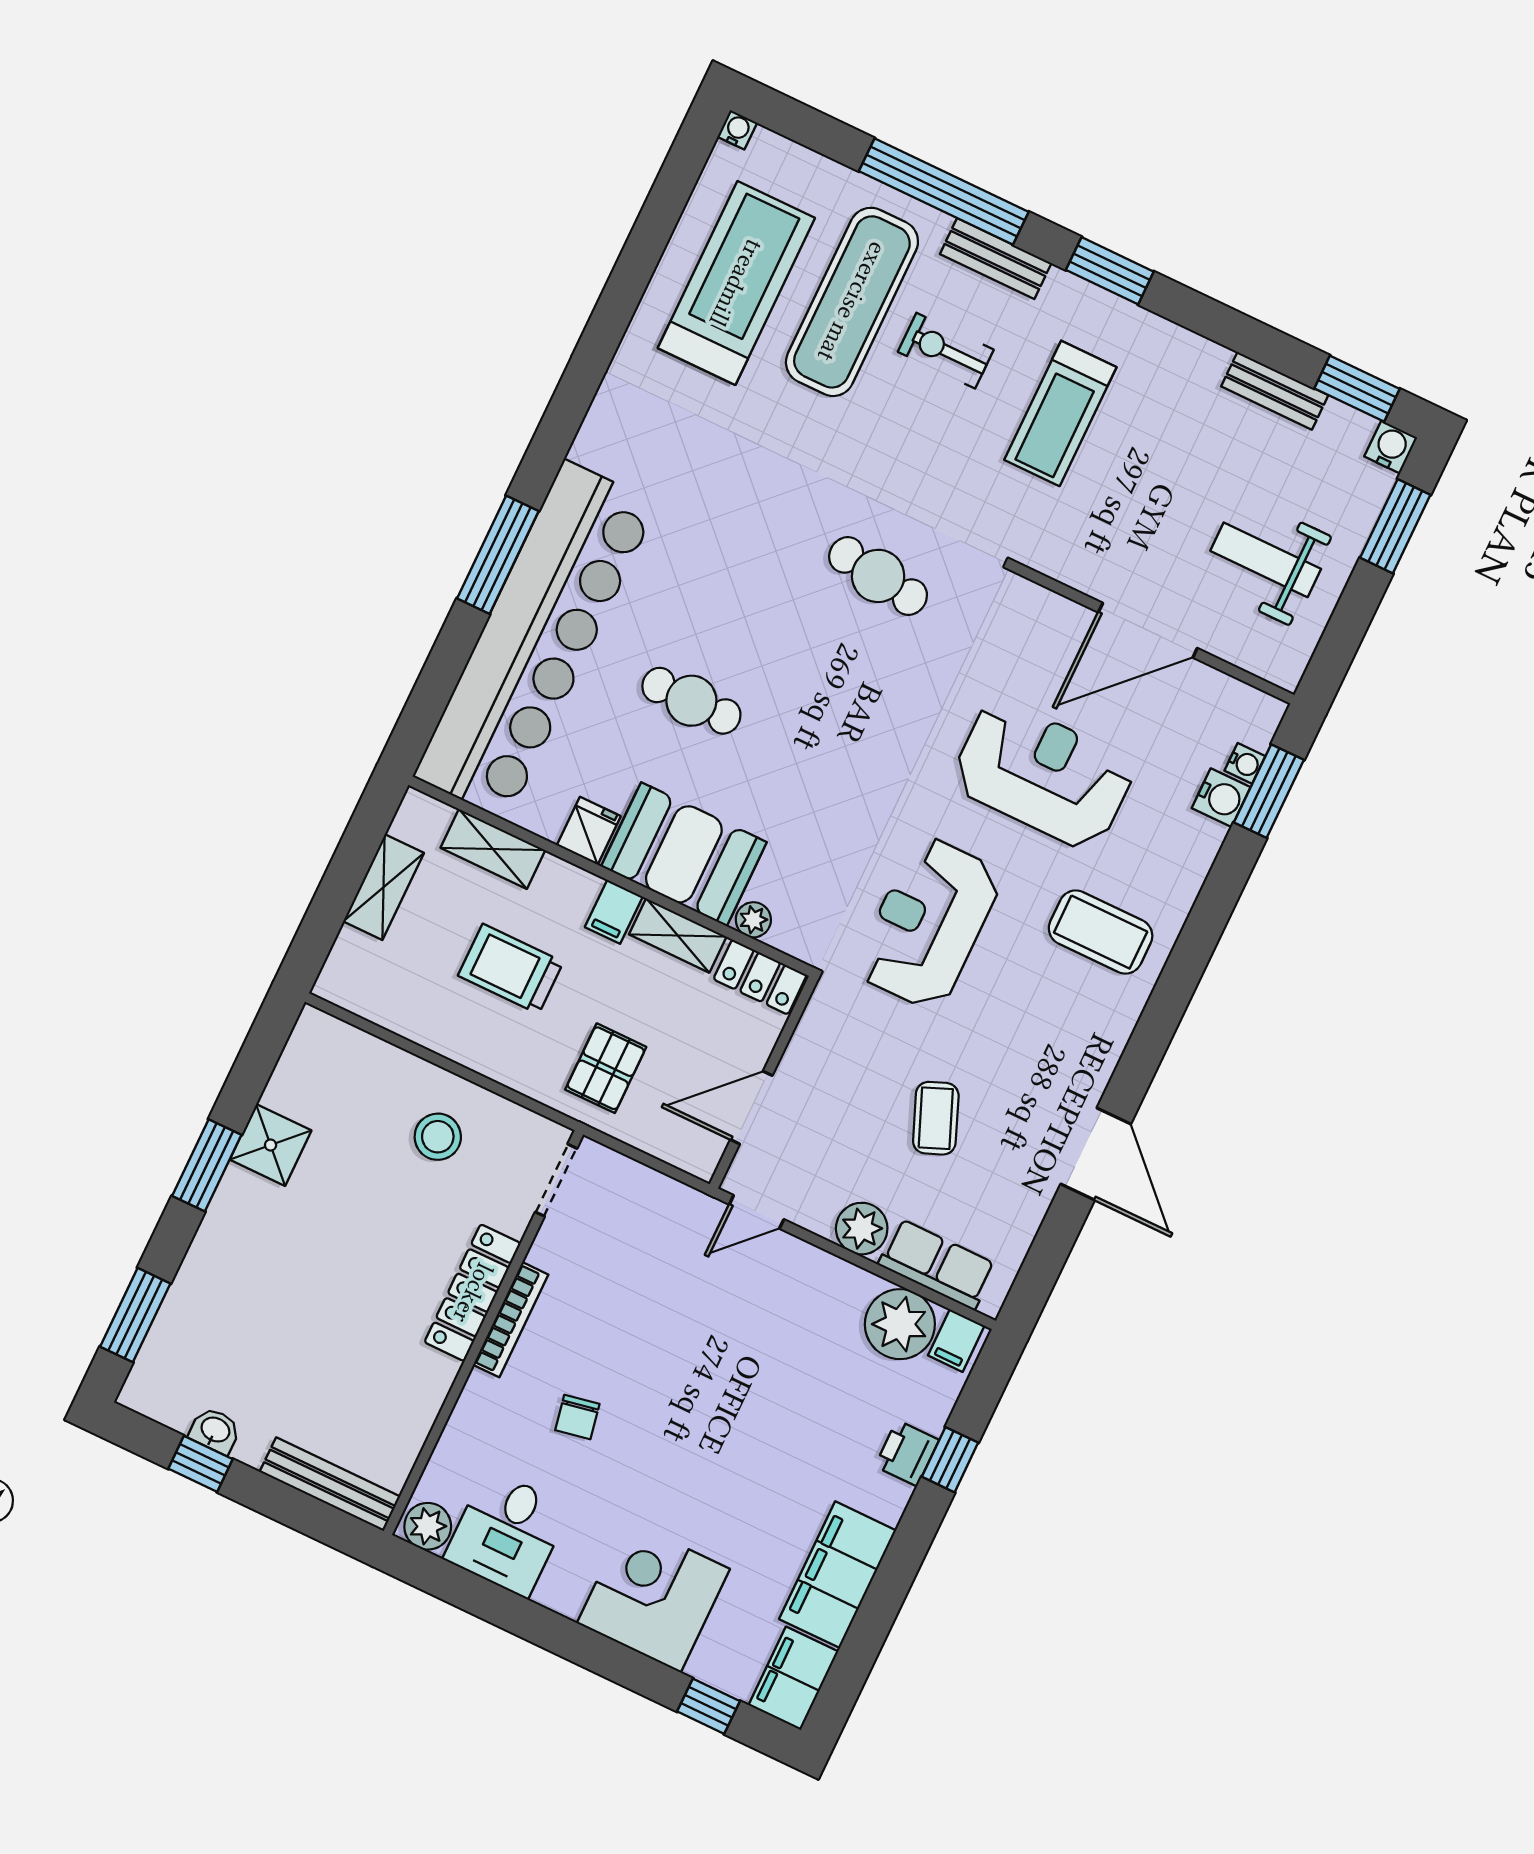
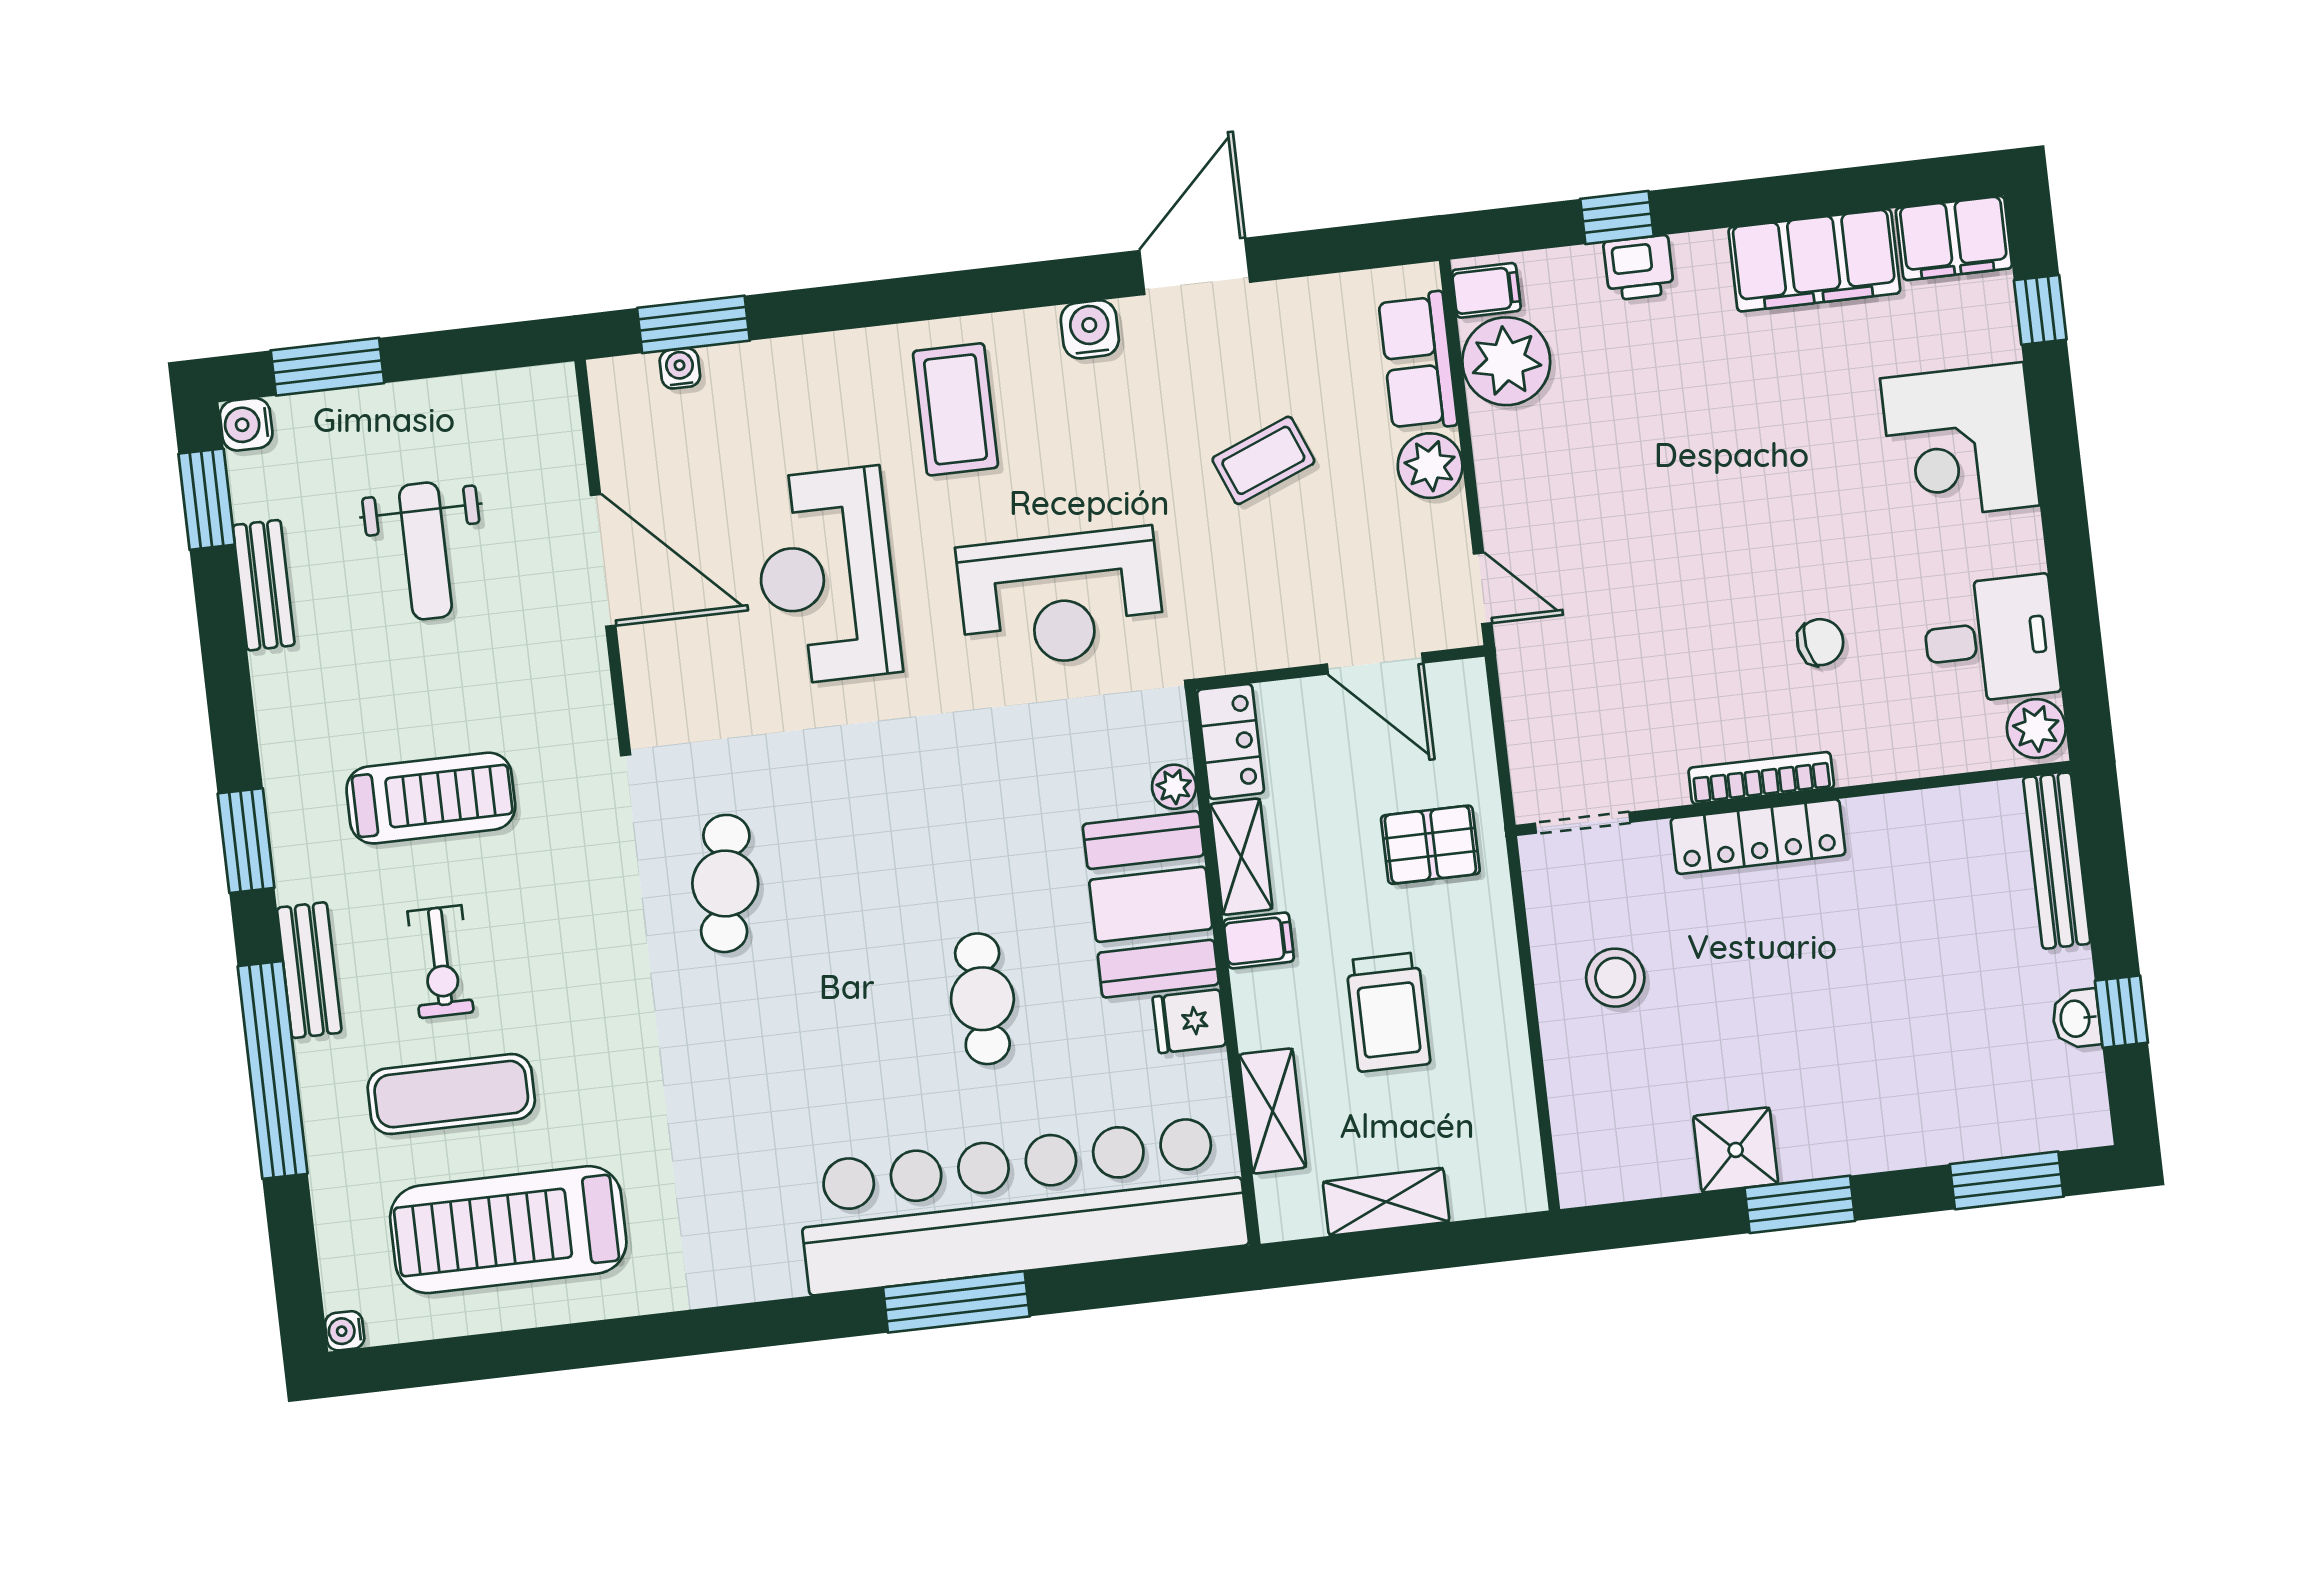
exercise mat: (852, 302) -> (451, 1094), width x0.73, depth x0.69
weight bench: (1266, 560) -> (425, 551), moved
water cooler: (1221, 798) -> (1090, 329), moved

